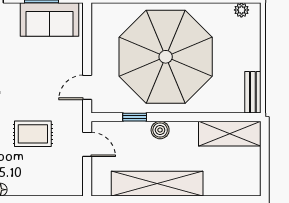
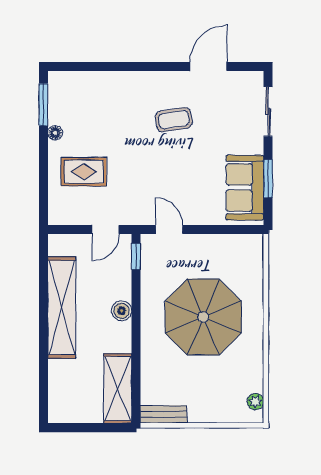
parasol: (166, 57) -> (203, 317), width x0.73, depth x0.73
window: (135, 117) -> (136, 256), moved
rug: (33, 134) -> (84, 172), moved, turned 90

